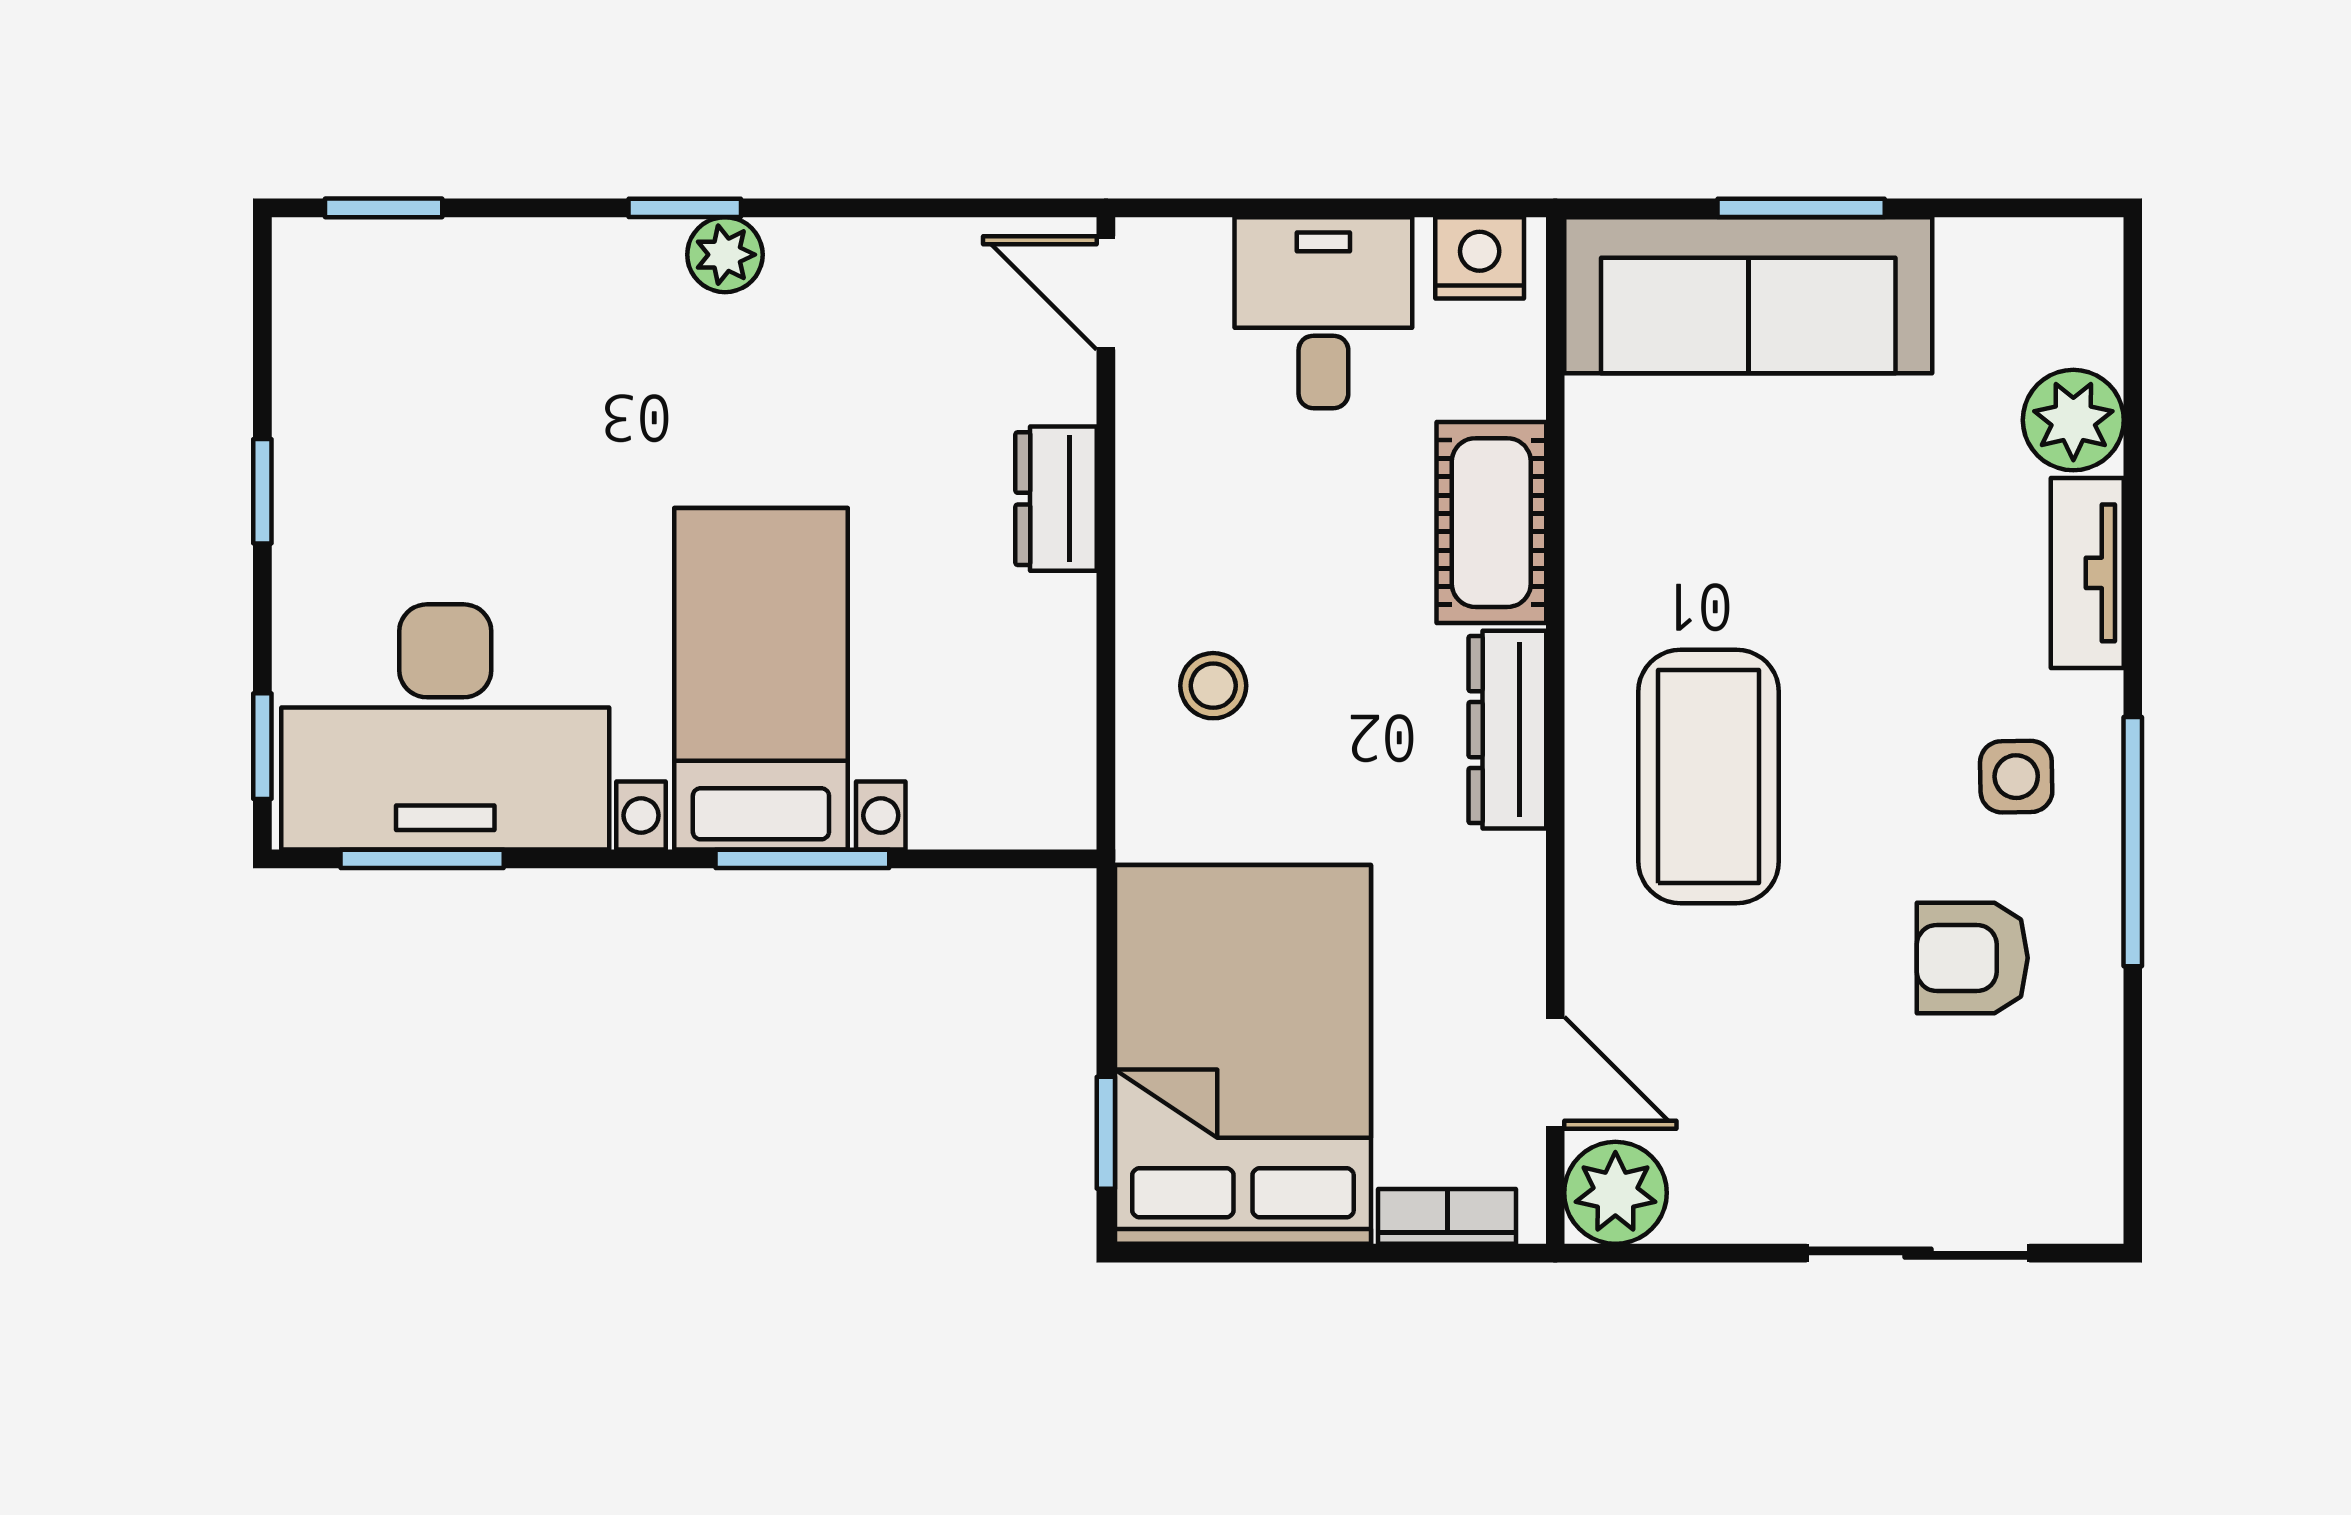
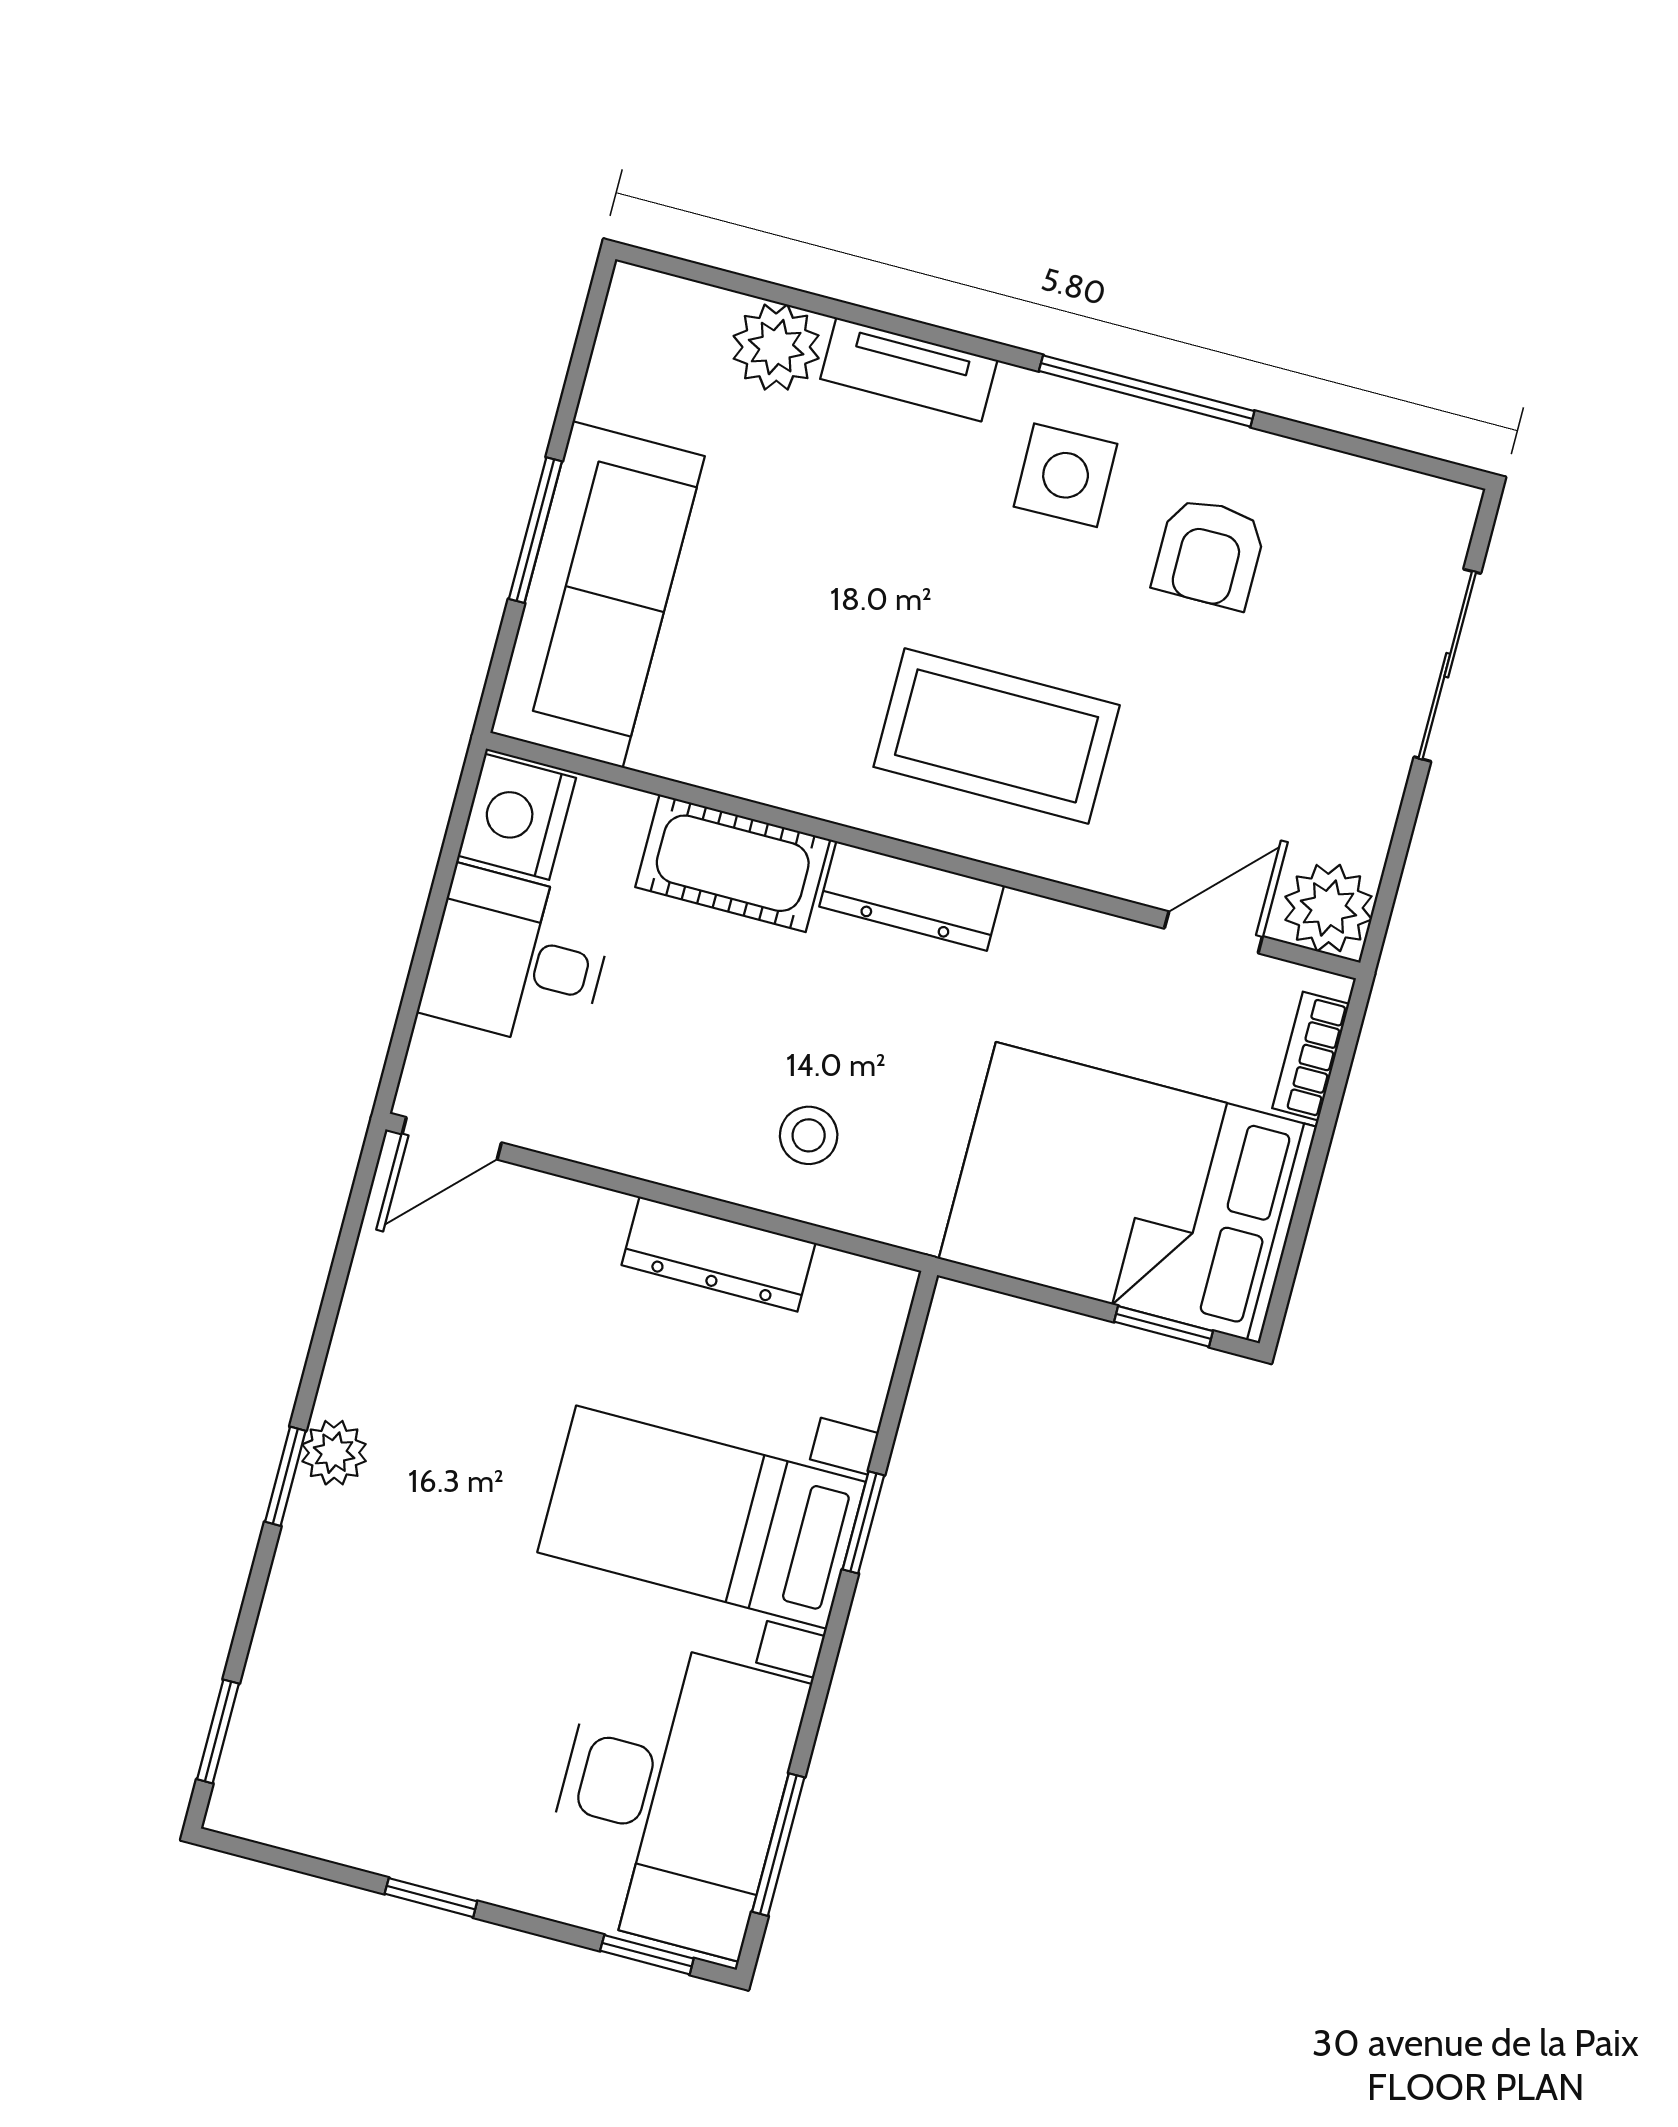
nightstand: (1480, 258) -> (517, 817), width x1.36, depth x1.33
dresser: (1056, 499) -> (719, 1254), moved, width x1.44
side table: (2016, 777) -> (1066, 475), width x1.37, depth x1.37
window: (802, 859) -> (863, 1522), width x0.67

